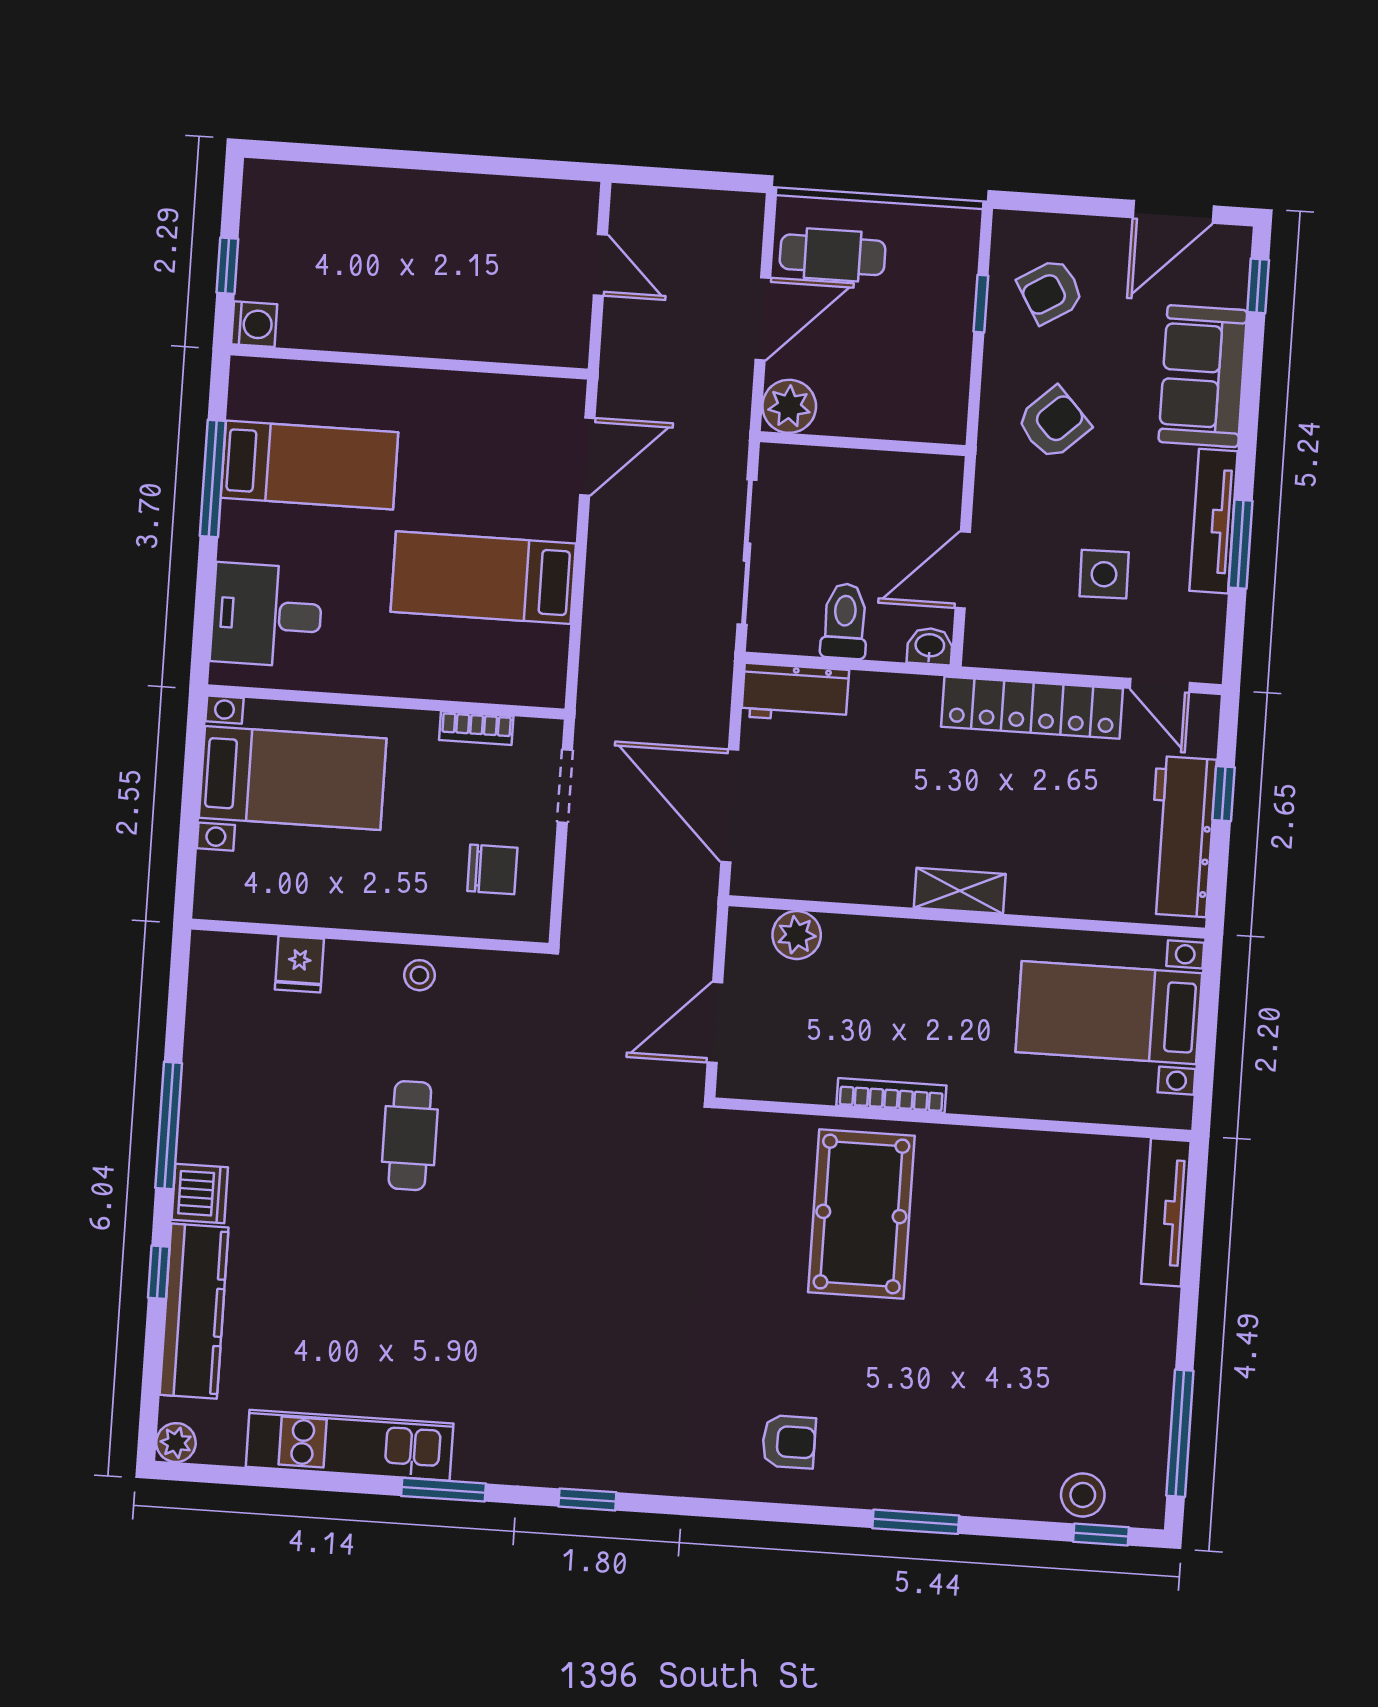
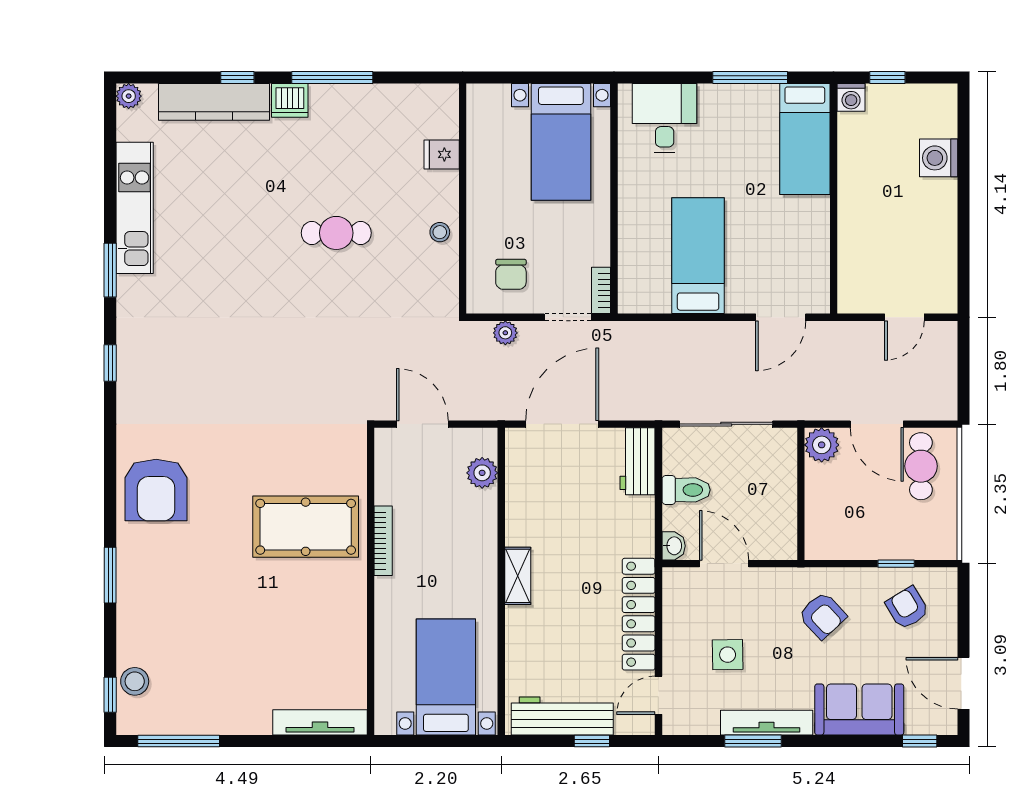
washing machine: (357, 195) -> (939, 158), added
door: (587, 457) -> (781, 317), hinge flipped
bed: (309, 465) -> (805, 139), moved
bookcase: (476, 728) -> (601, 290), moved
plant: (582, 884) -> (505, 333), added
armchair: (789, 1442) -> (156, 490), width x1.88, depth x1.88

